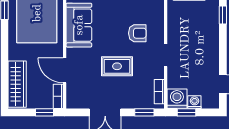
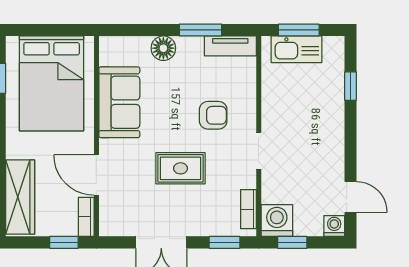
washing machine: (194, 102) -> (334, 226), moved

